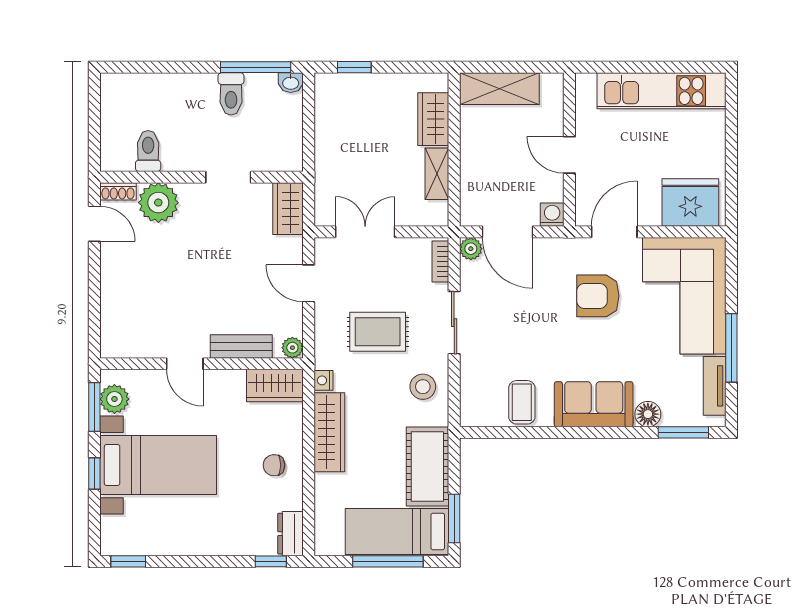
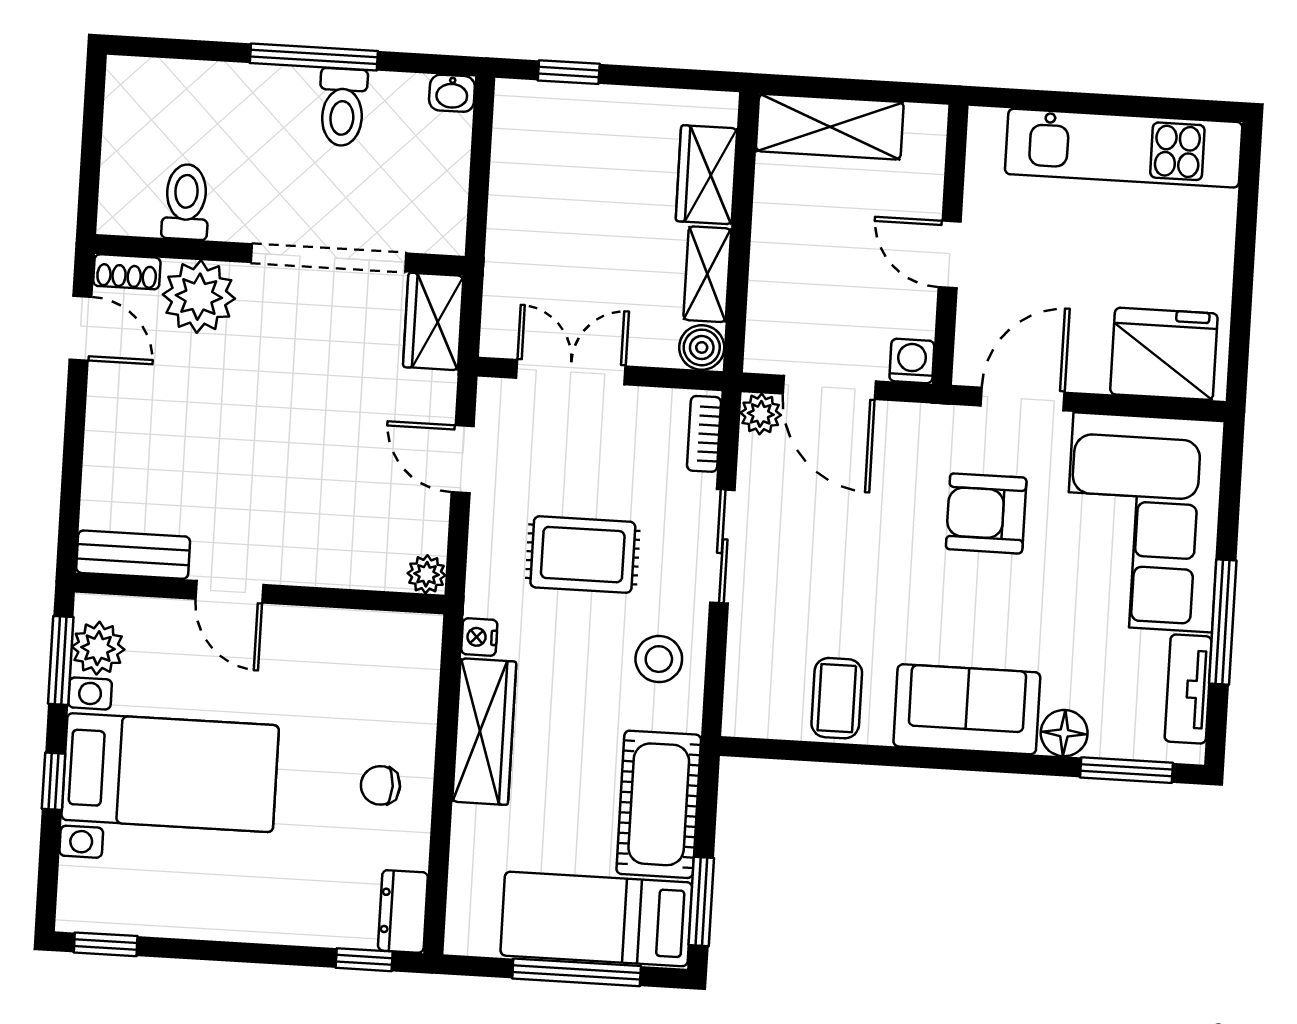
window: (256, 67) -> (314, 57), moved
doorway: (228, 177) -> (328, 258), width x1.87
boiler: (436, 214) -> (702, 347), added
bench: (241, 347) -> (133, 555), moved
wardrobe: (275, 386) -> (391, 641), removed

